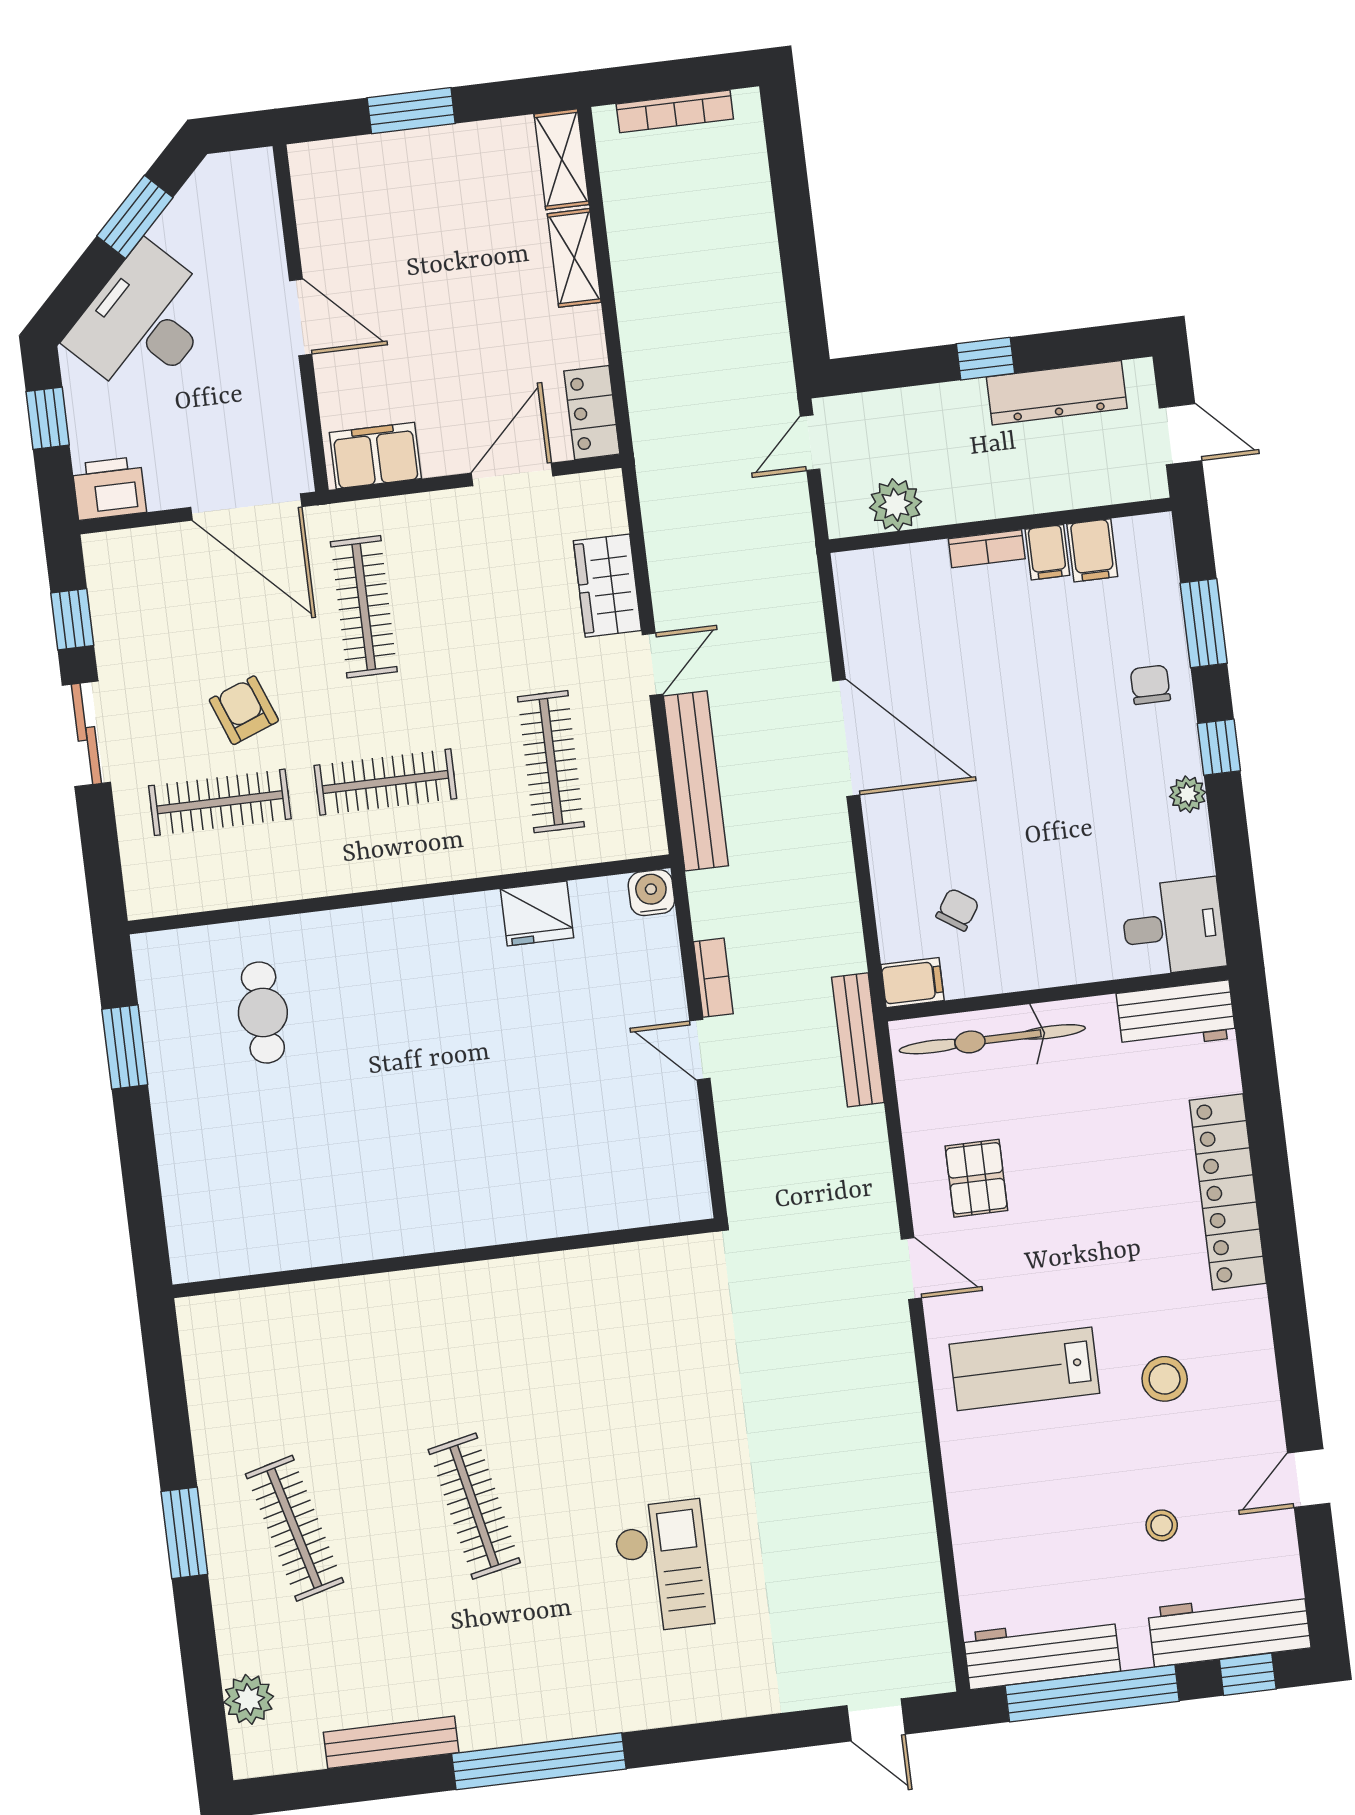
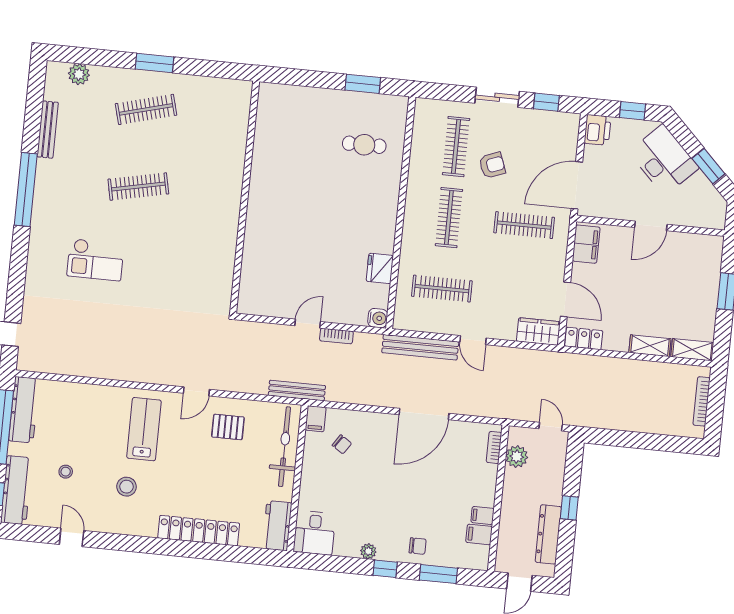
bookcase: (987, 549) -> (494, 447), moved
wardrobe: (607, 586) -> (538, 332), moved

